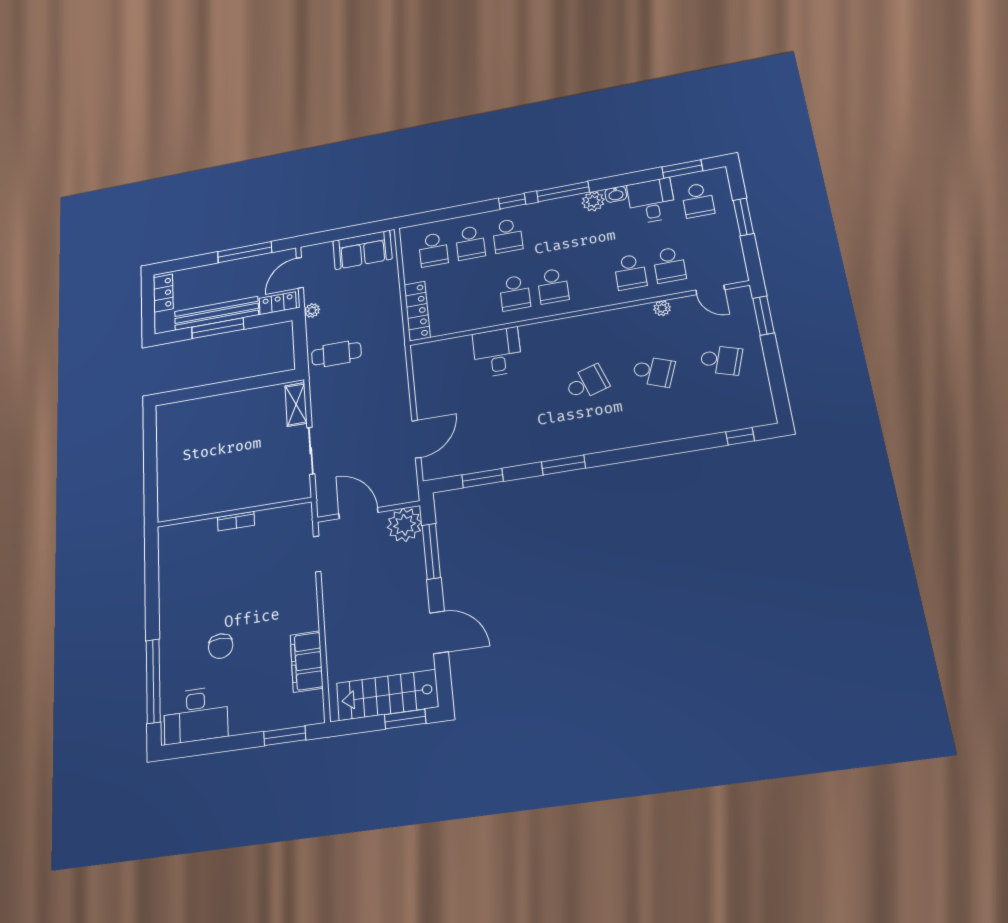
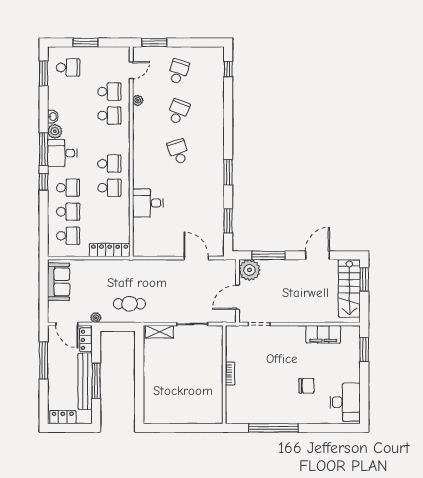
desk: (651, 201) -> (62, 153), moved
cafe table: (336, 354) -> (129, 304), turned 90
window: (153, 681) -> (273, 428), moved

